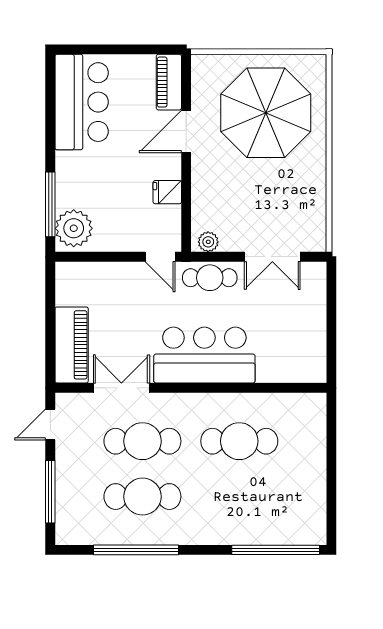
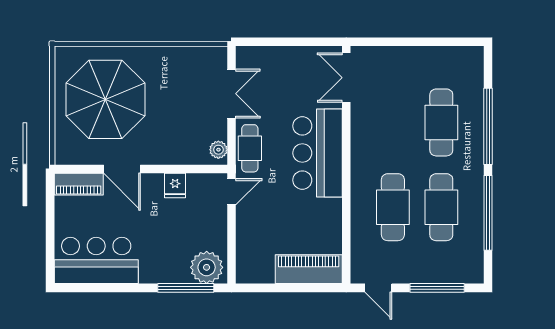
double door: (121, 388) -> (346, 78), moved
cafe table: (239, 441) -> (441, 122), moved
window: (276, 550) -> (488, 126), moved

